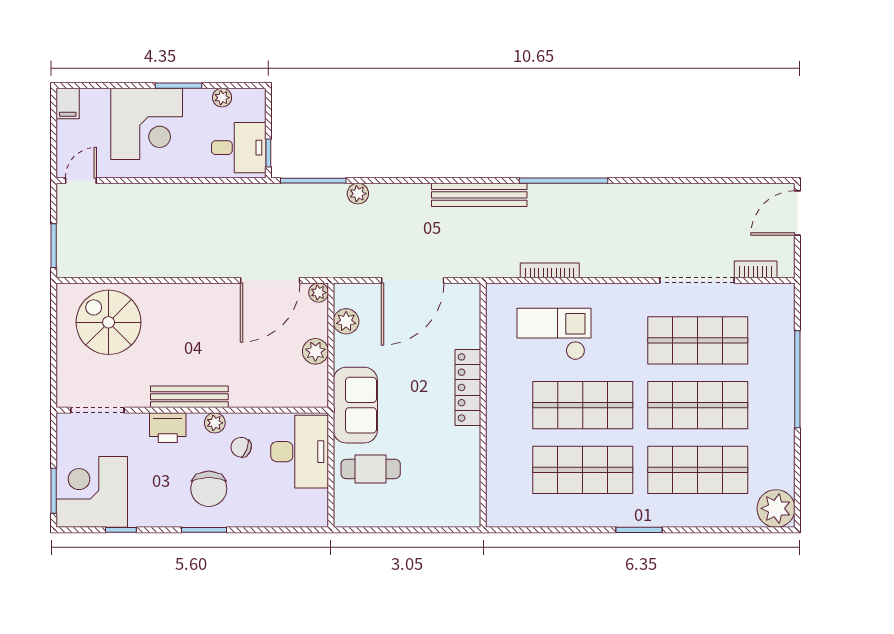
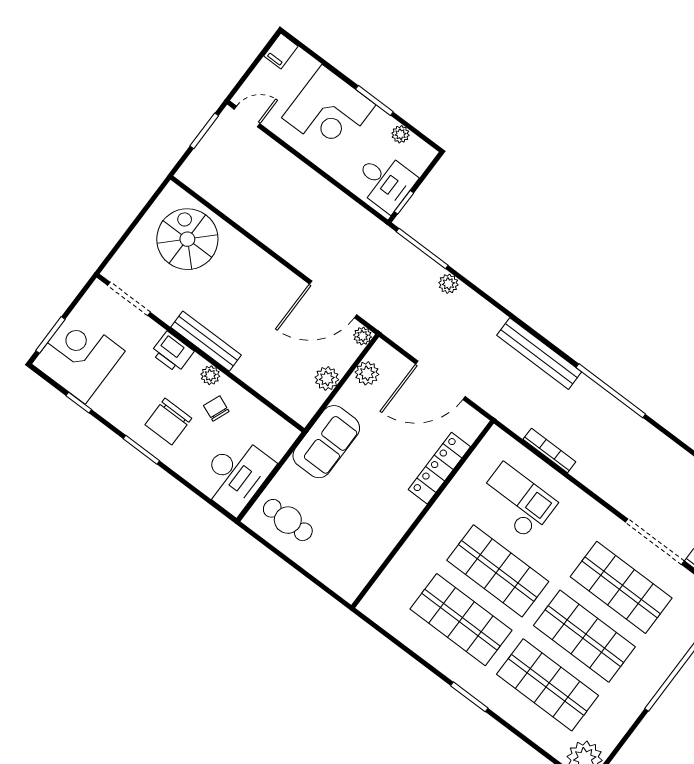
window: (54, 246) -> (204, 131), moved
locker: (468, 387) -> (439, 468), moved
desk: (300, 452) -> (236, 475), moved
cafe table: (371, 469) -> (288, 520), moved

